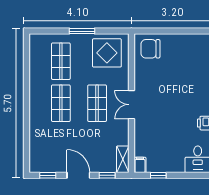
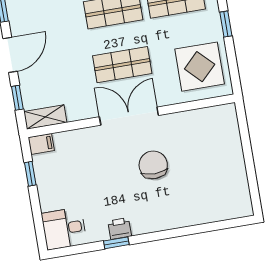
window: (82, 31) -> (226, 24), width x0.67
chair: (150, 49) -> (153, 165), moved
double door: (131, 105) -> (129, 116), width x1.37

